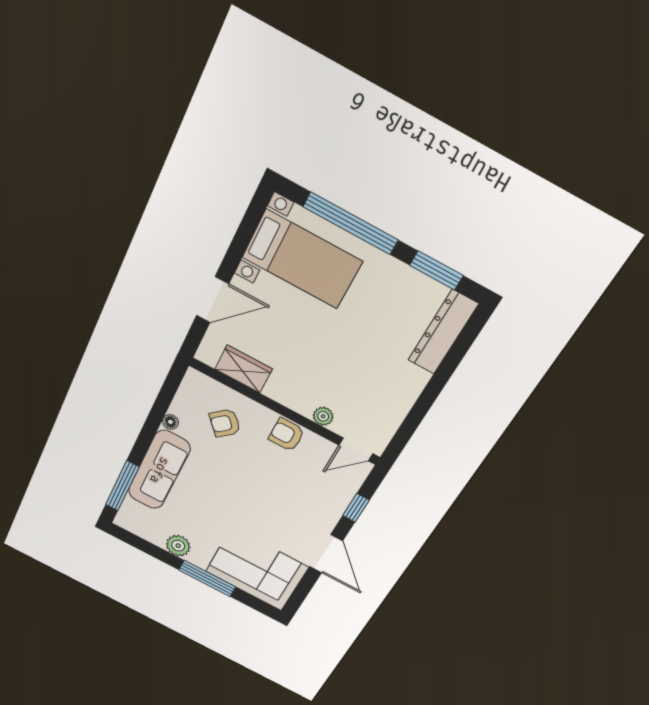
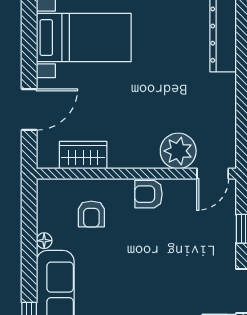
plant: (323, 416) -> (178, 151), width x1.88, depth x1.88
armchair: (225, 423) -> (91, 214), turned -48

